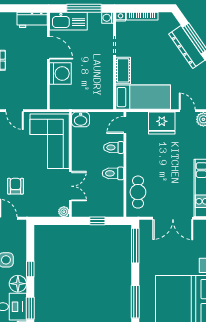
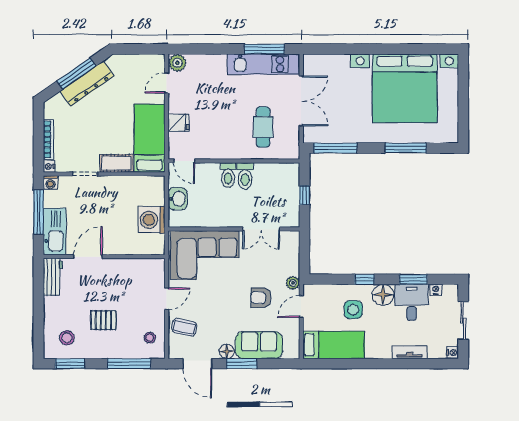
washing machine: (60, 73) -> (152, 220), moved, turned -90
washbasin: (81, 119) -> (178, 199), moved
fridge: (162, 123) -> (179, 123), width x0.53, depth x0.75
toilet: (114, 147) -> (228, 175), moved
double door: (70, 186) -> (261, 229), swing flipped
cafe table: (138, 192) -> (263, 127), moved, turned 90
plant: (64, 212) -> (293, 283), moved

